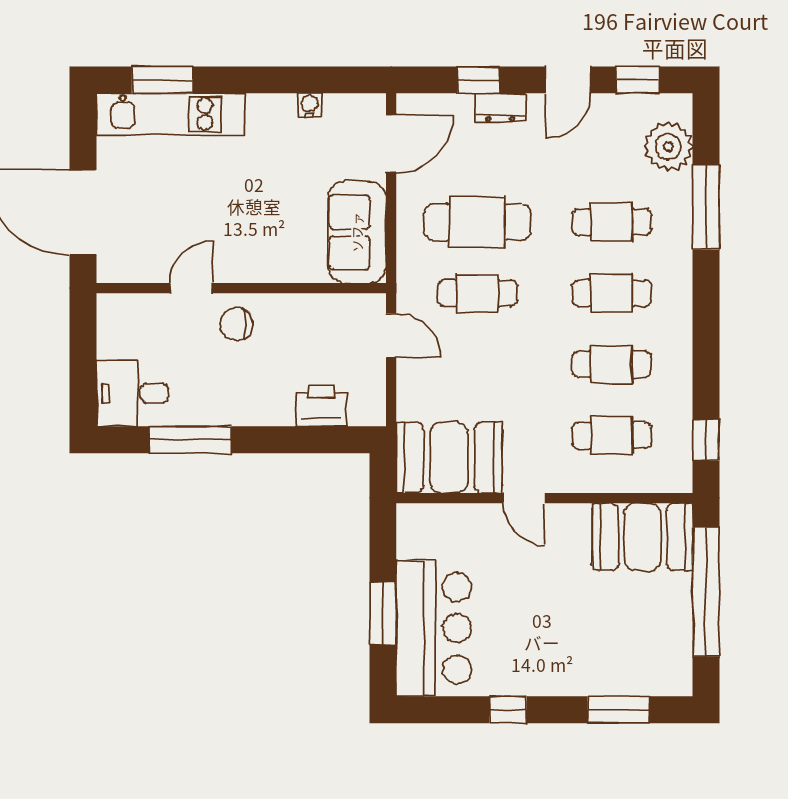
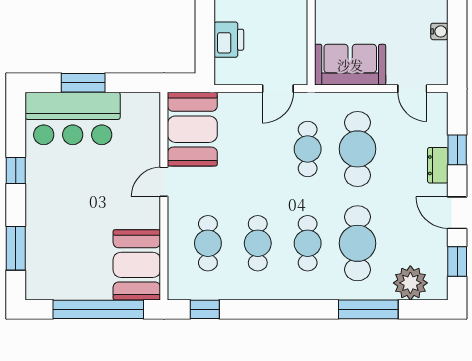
door: (391, 144) -> (412, 89), width x0.73
cafe table: (612, 222) -> (358, 243), width x1.37, depth x1.35

